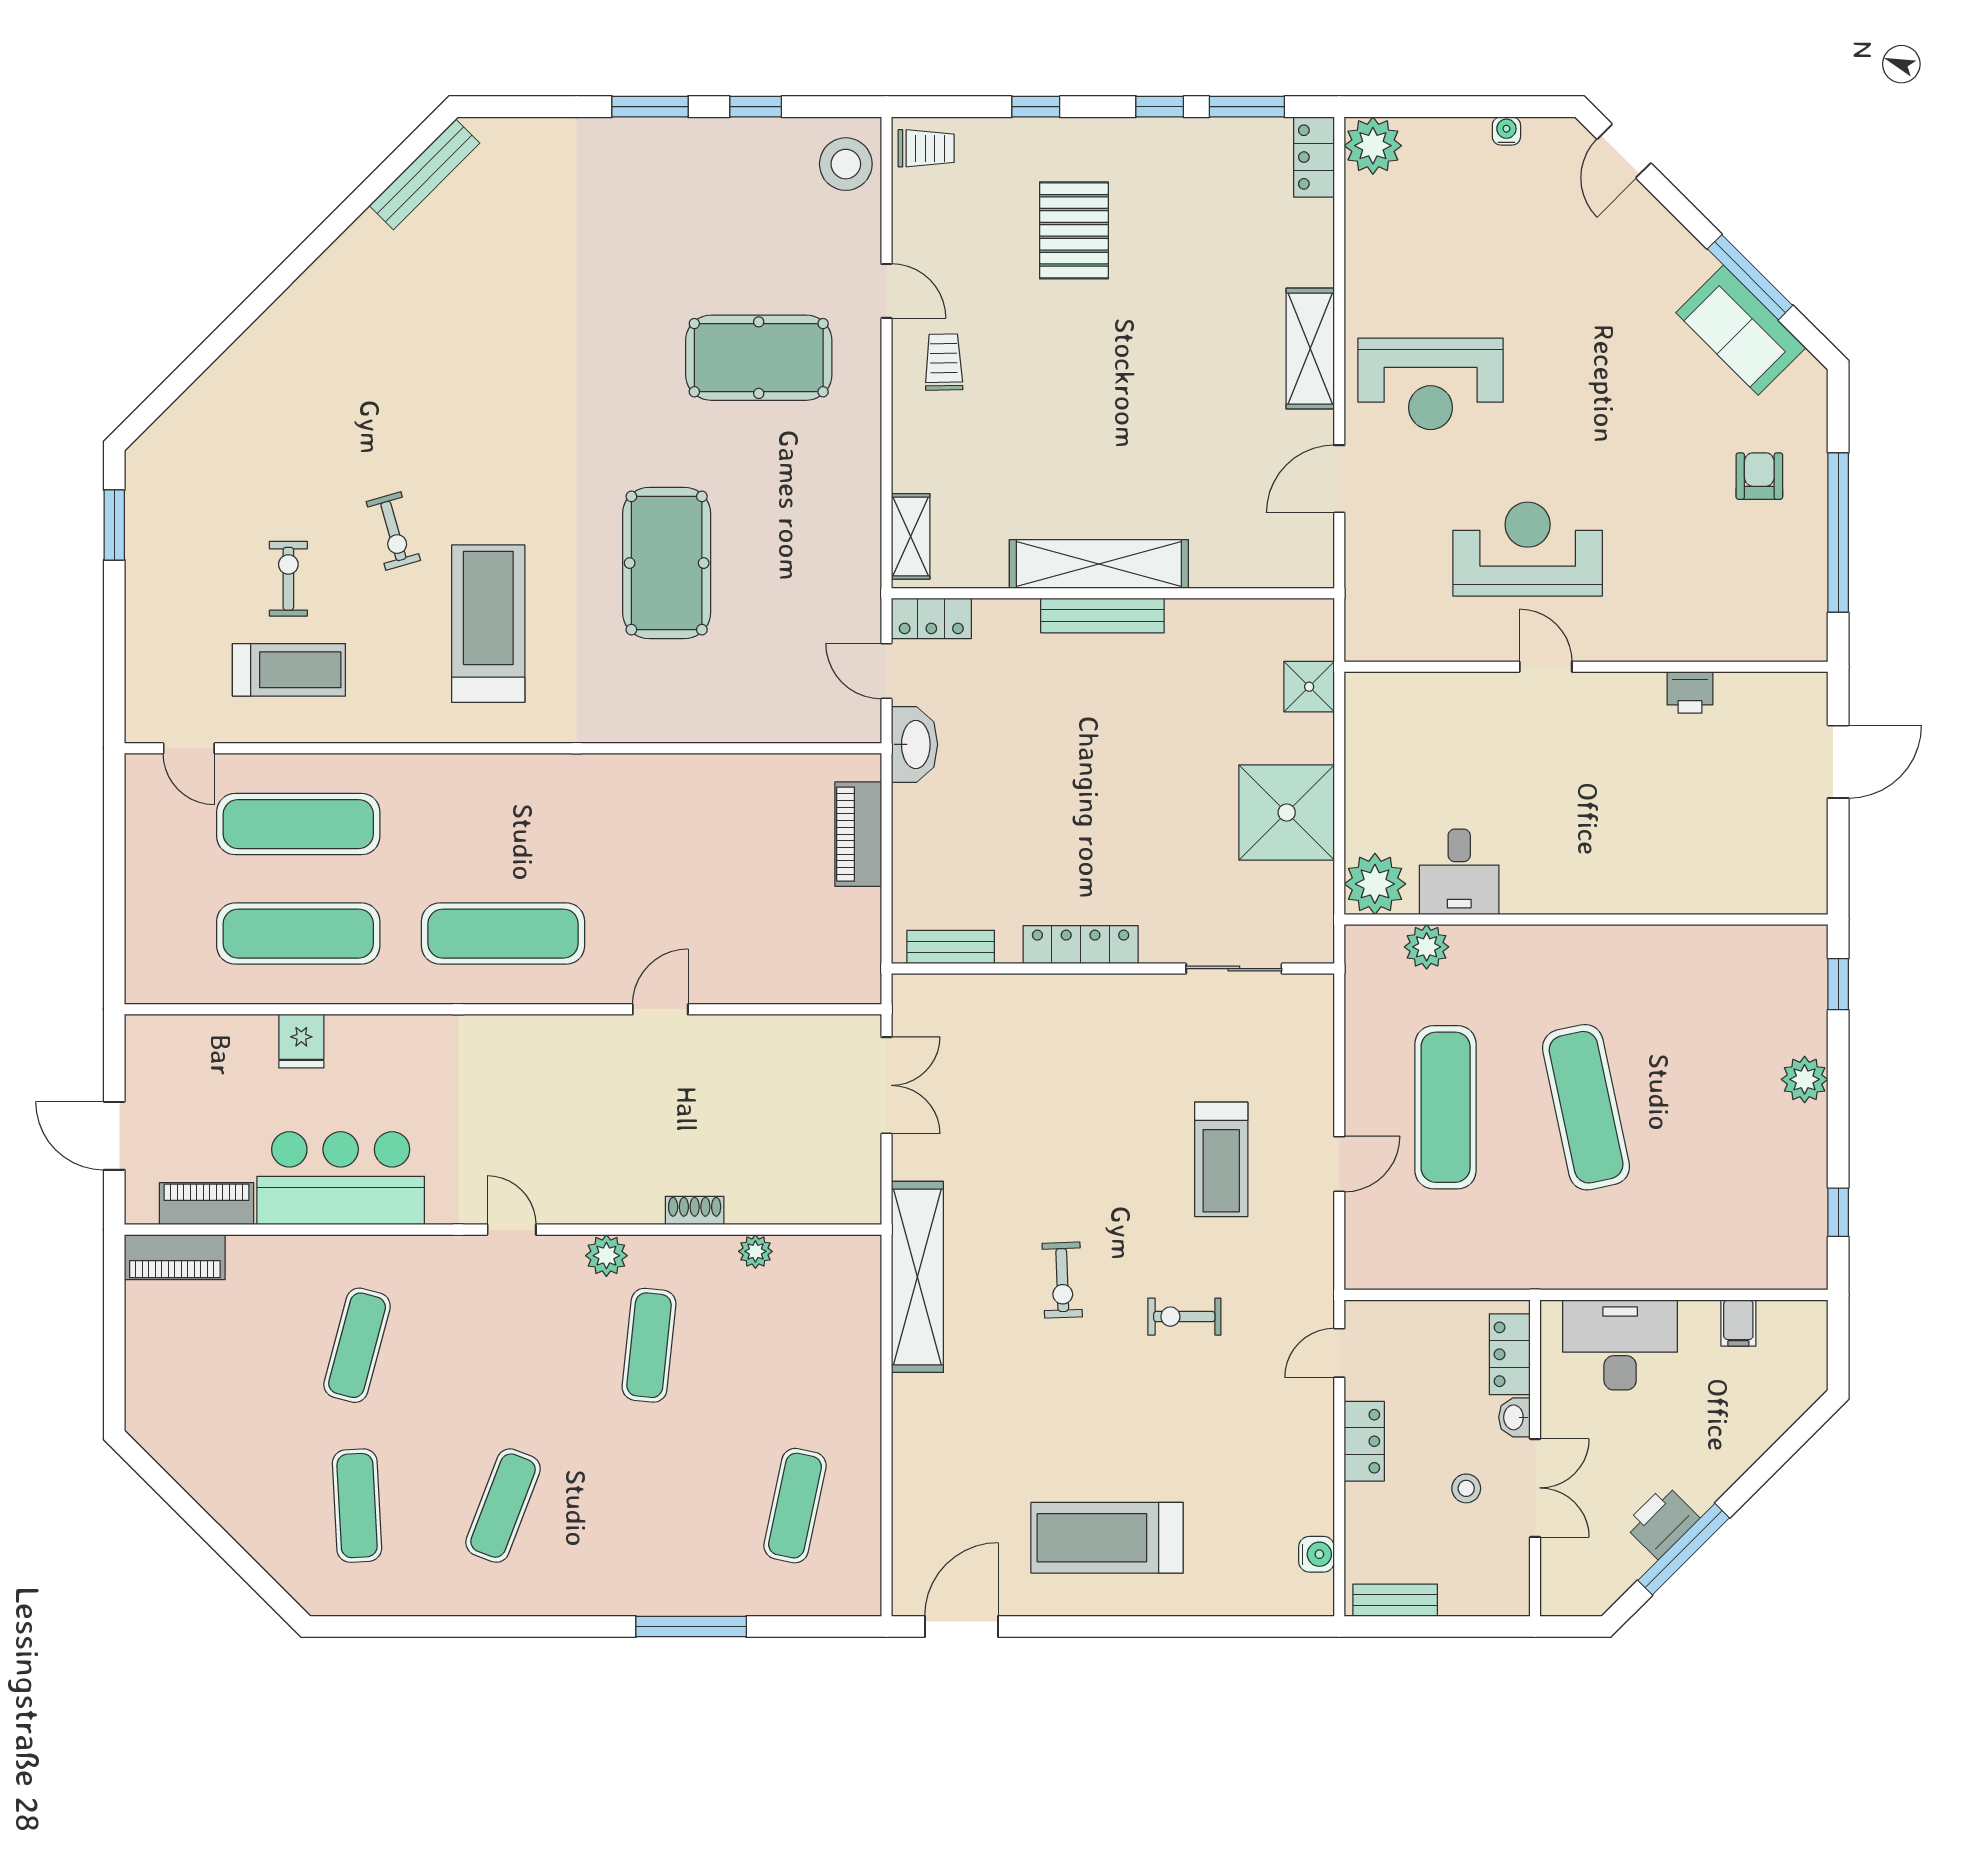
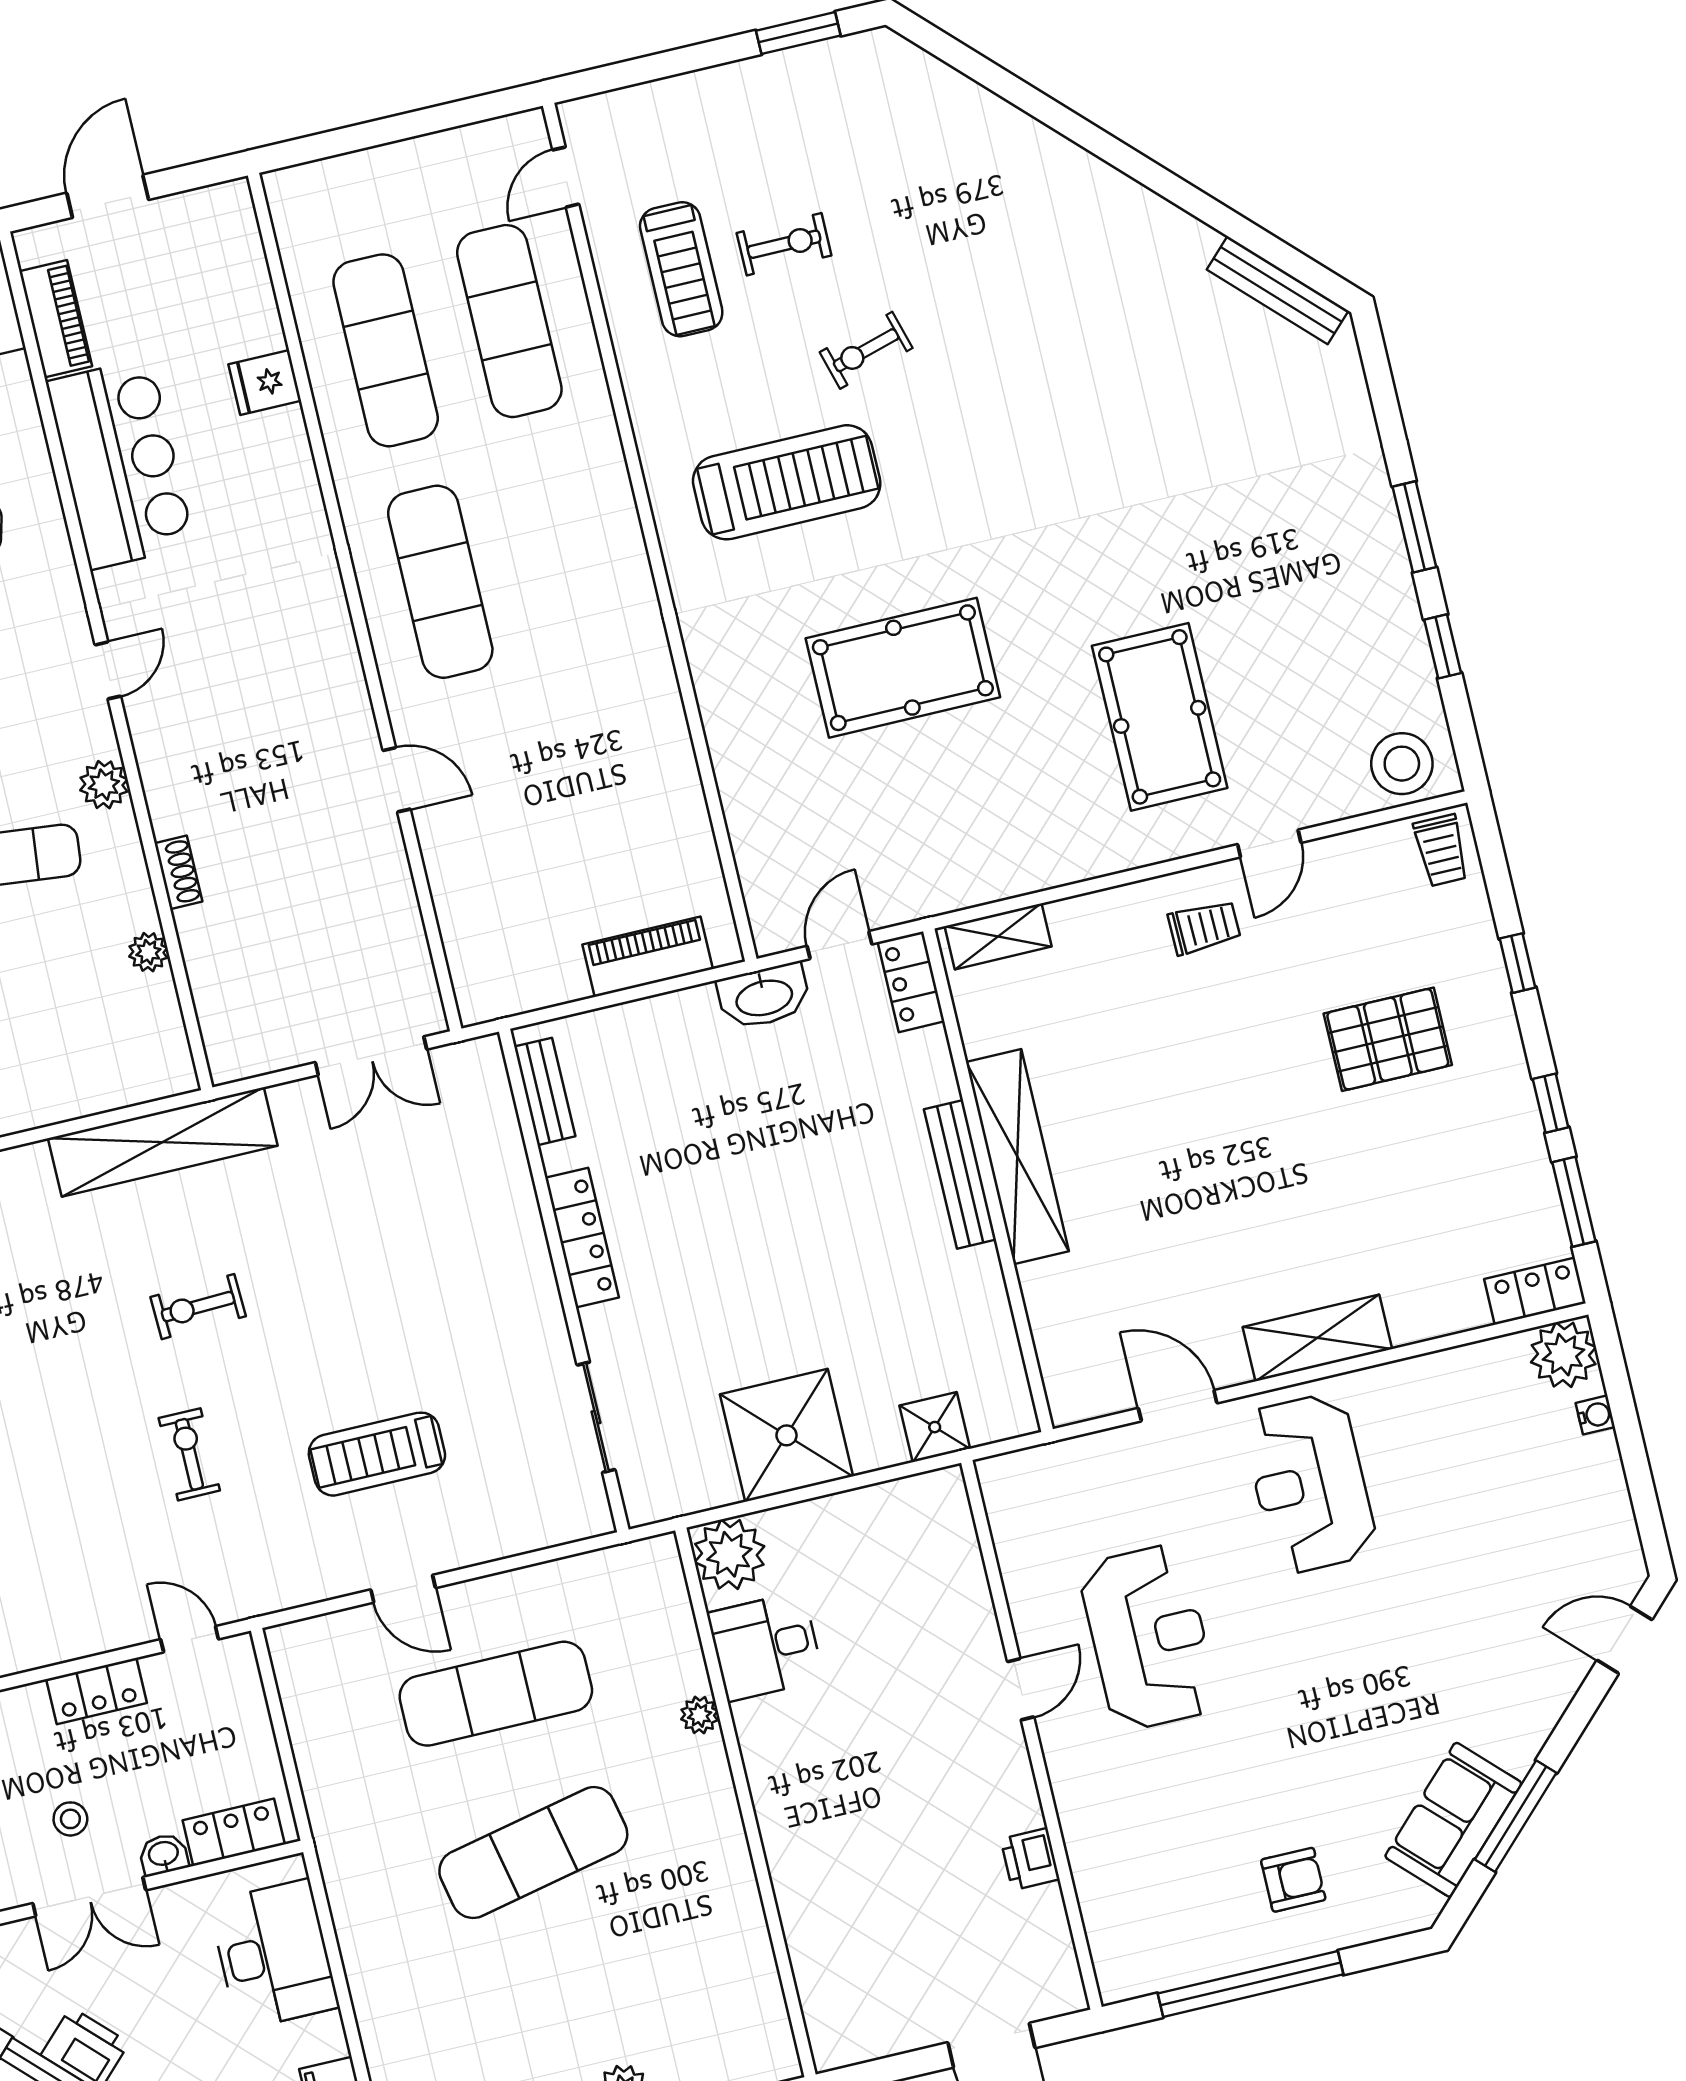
water cooler: (1506, 131) -> (1595, 1415), moved
plant: (1427, 947) -> (700, 1715), moved, width x0.73, depth x0.73

